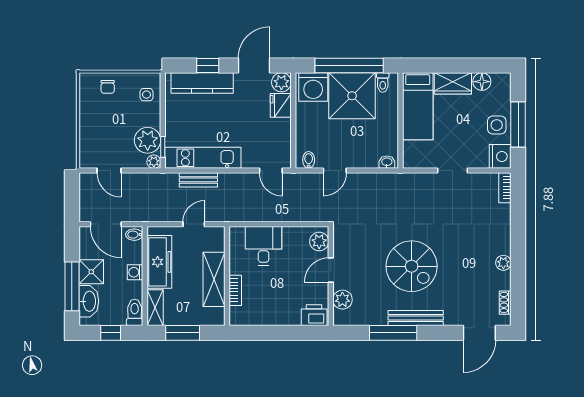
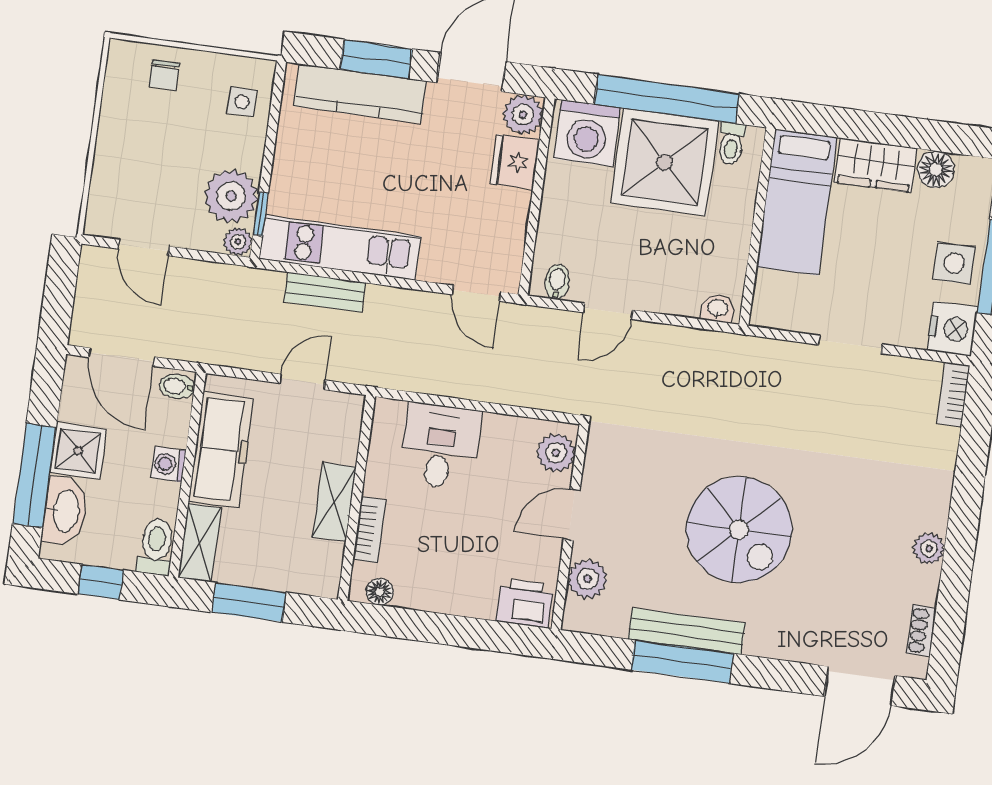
window: (208, 66) -> (376, 59), width x1.50
shelving: (214, 279) -> (334, 502), width x0.67, depth x0.75
bench: (416, 318) -> (687, 631), moved
floor lamp: (244, 319) -> (380, 592), added

